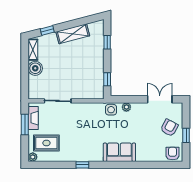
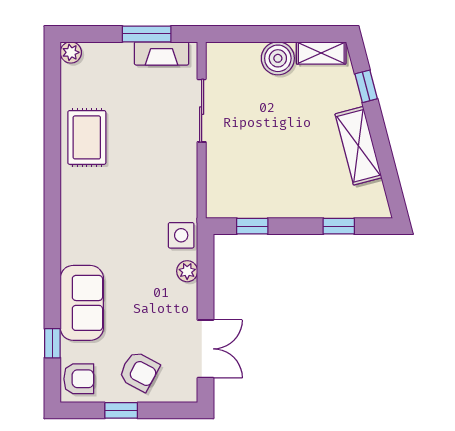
rug: (46, 143) -> (87, 137), moved
sofa: (119, 152) -> (82, 303), moved
window: (82, 165) -> (52, 343), moved

